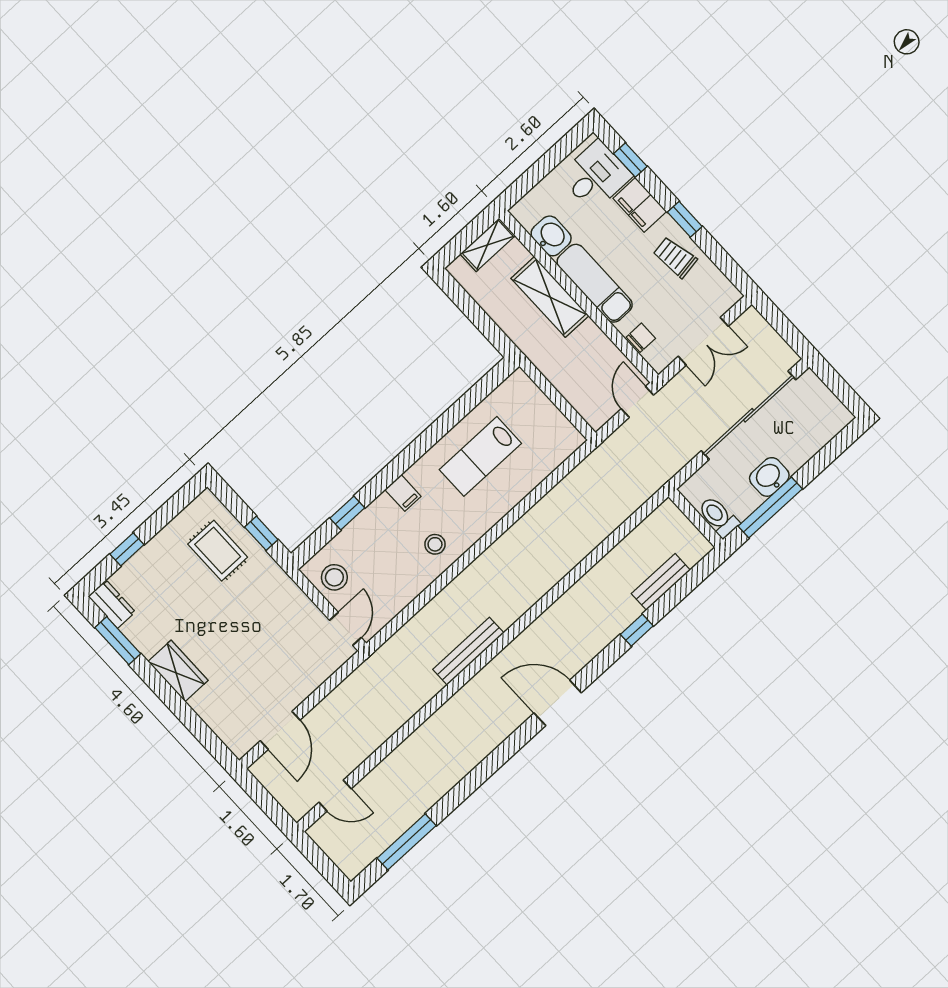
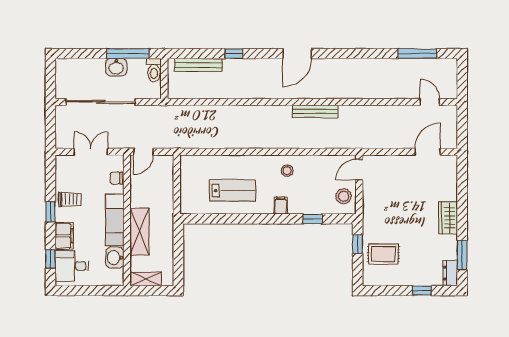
trolley: (675, 257) -> (70, 199), turned -81
rug: (218, 551) -> (383, 254), turned 90
bench: (661, 582) -> (198, 65), width x1.36
door: (558, 703) -> (297, 54), hinge flipped

